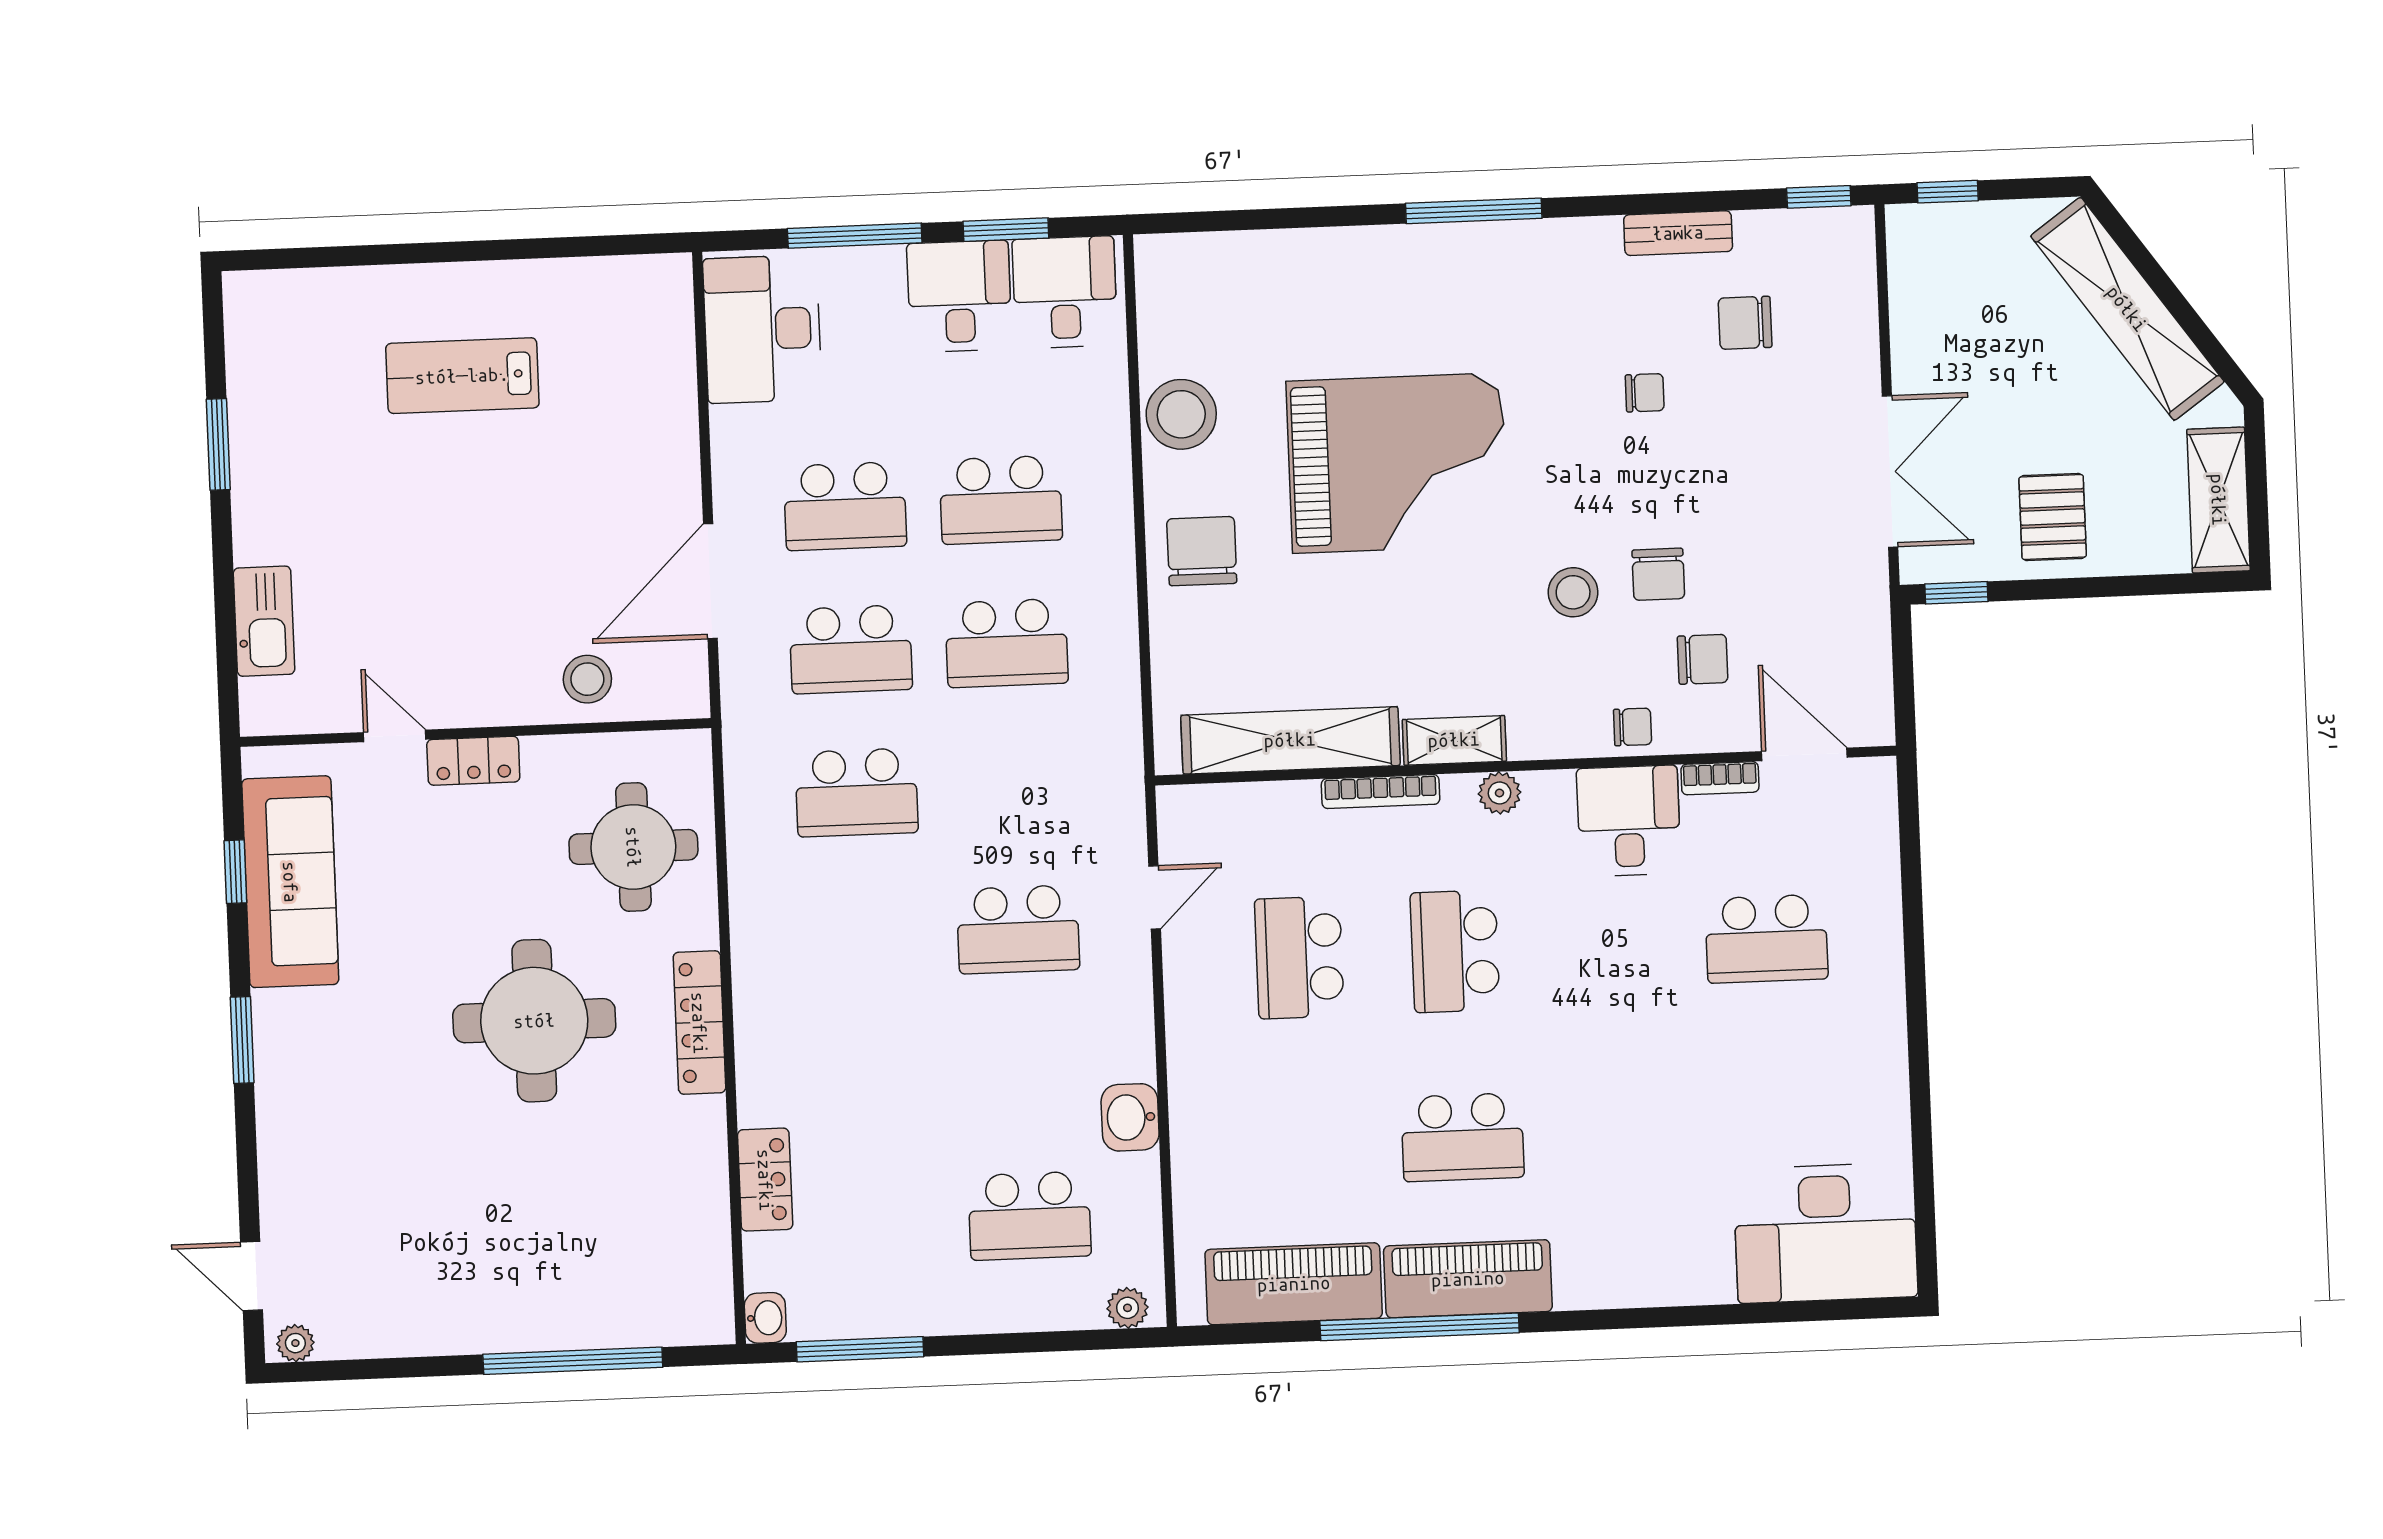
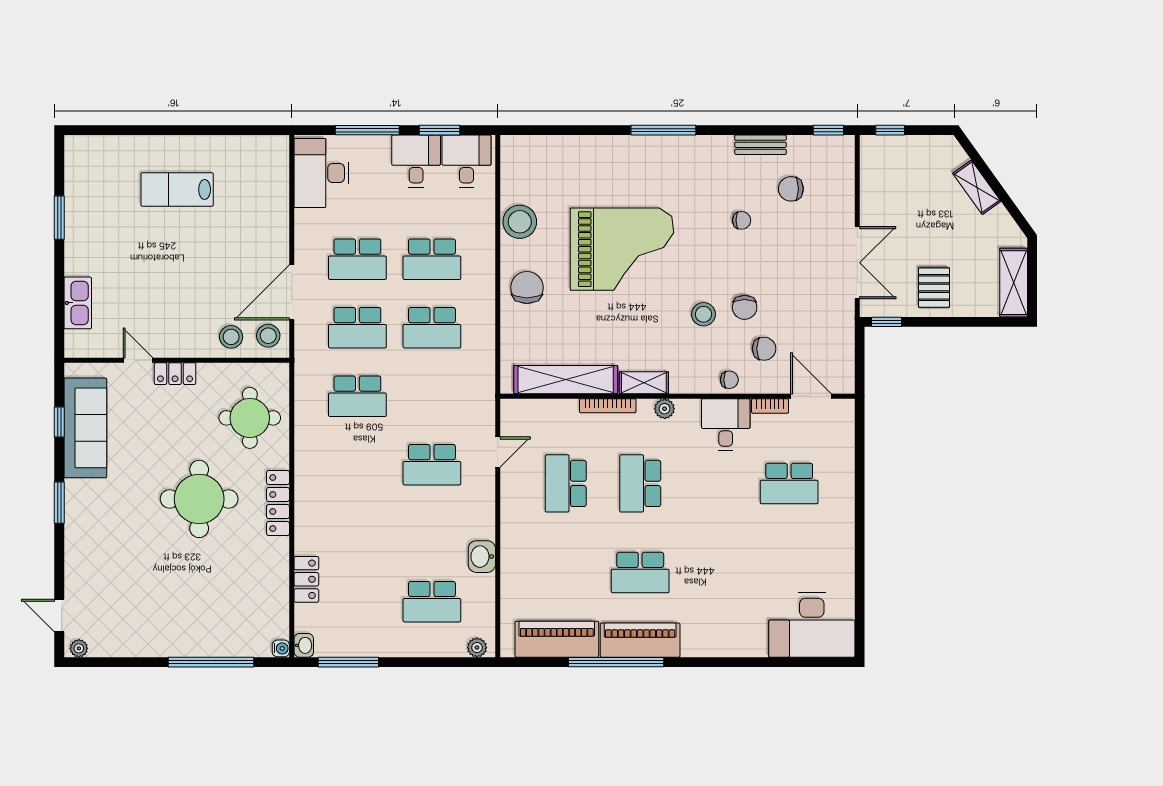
shelving: (2127, 309) -> (977, 187), width x0.45, depth x0.75
stool: (665, 674) -> (268, 336), added
water cooler: (718, 1326) -> (281, 648), added

